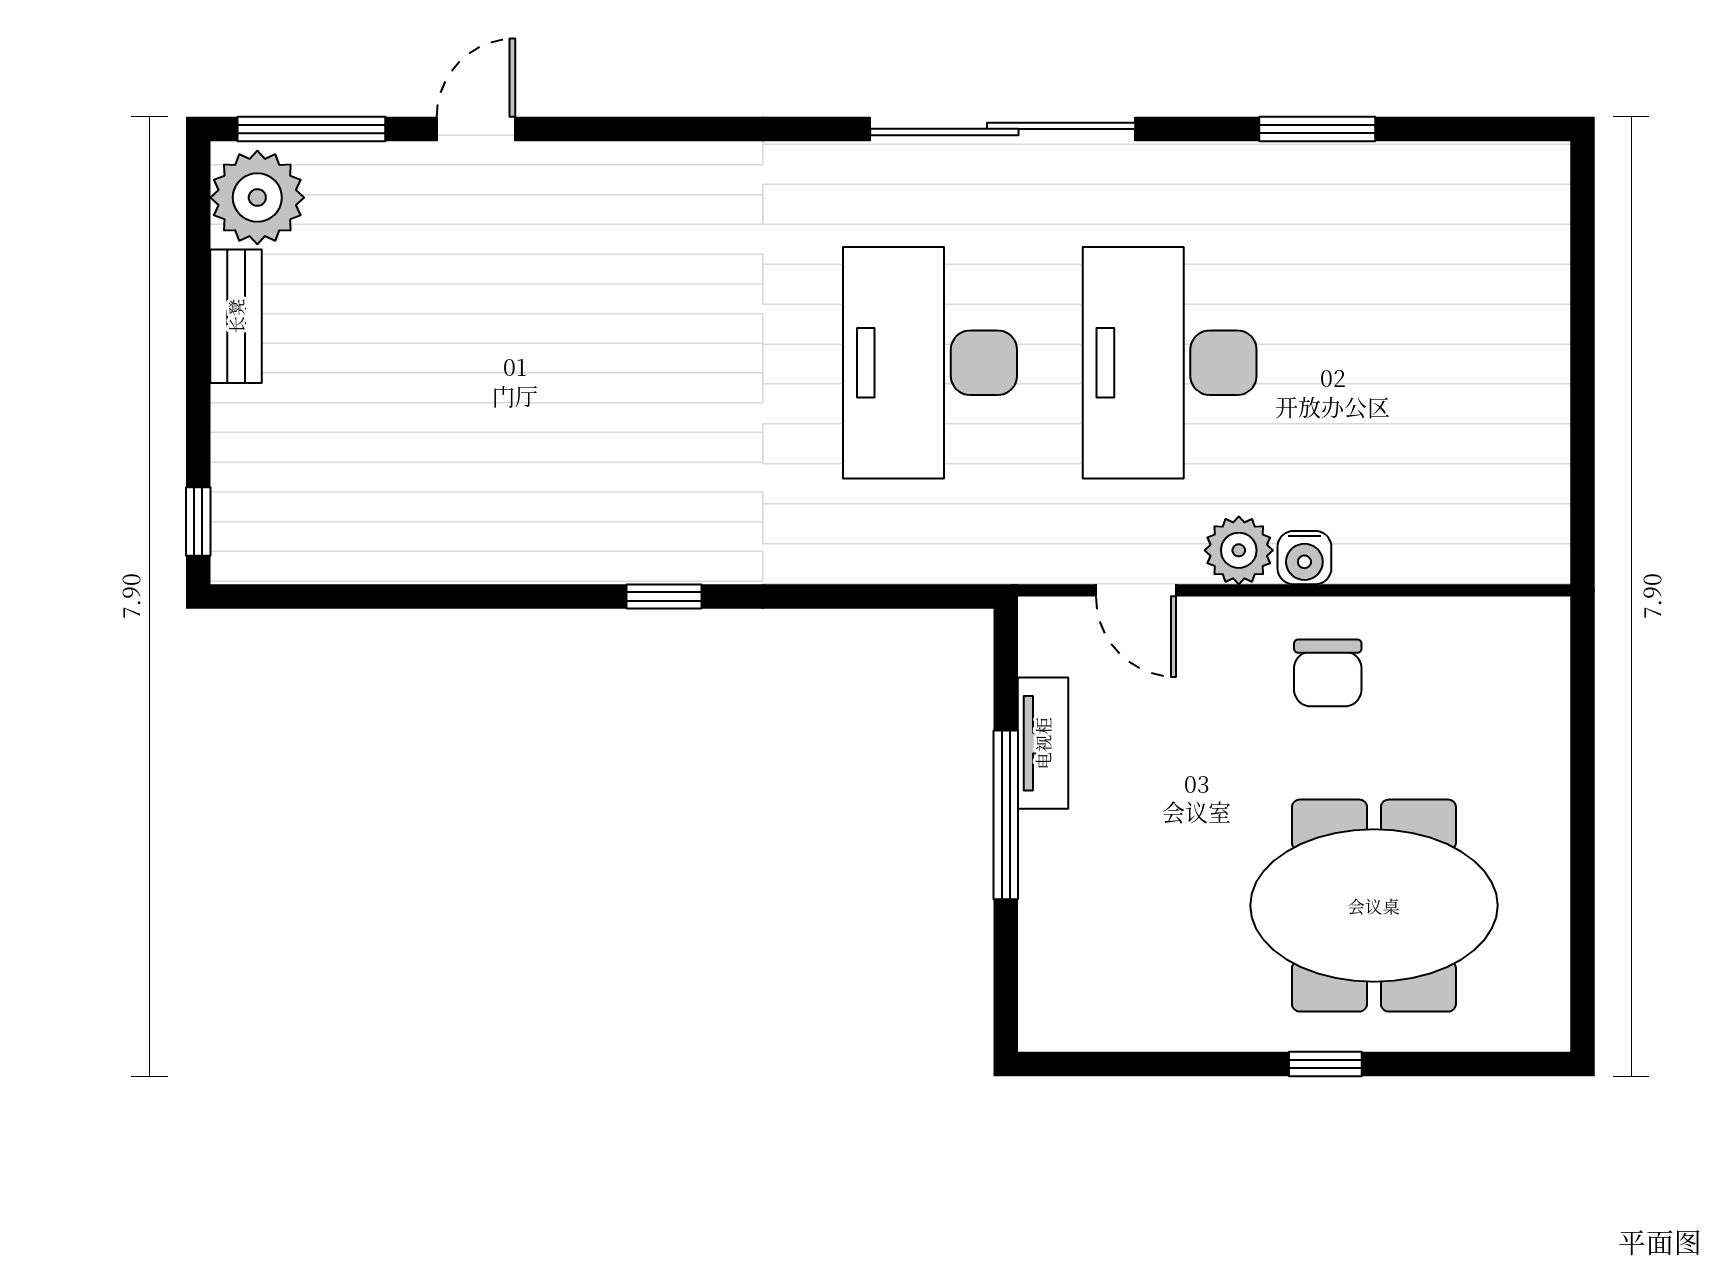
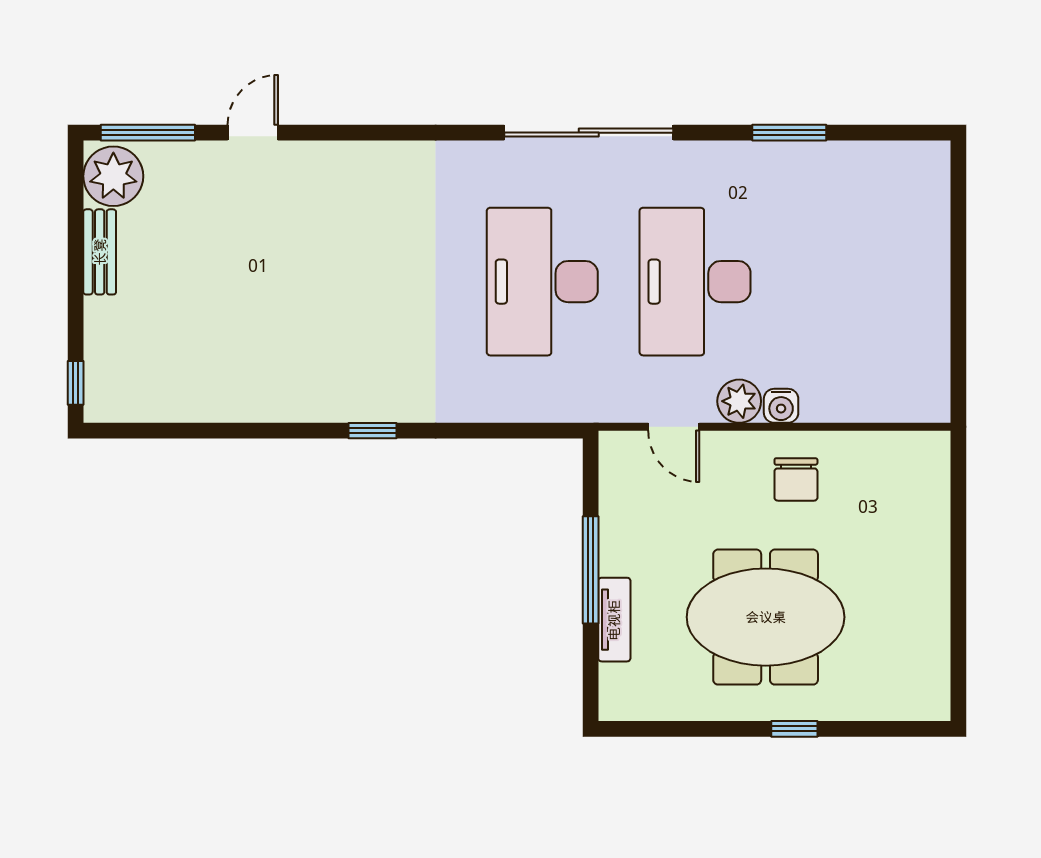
tv unit: (1043, 743) -> (614, 620), moved
meeting table: (1374, 906) -> (766, 617), moved

